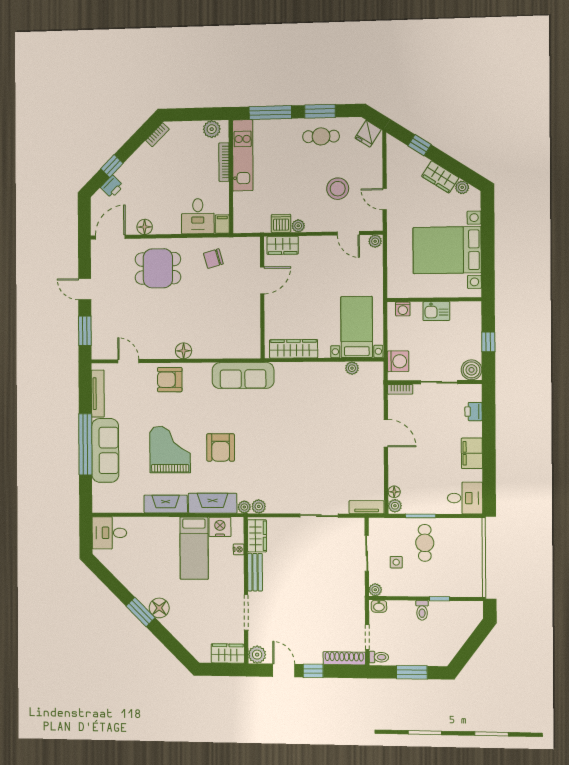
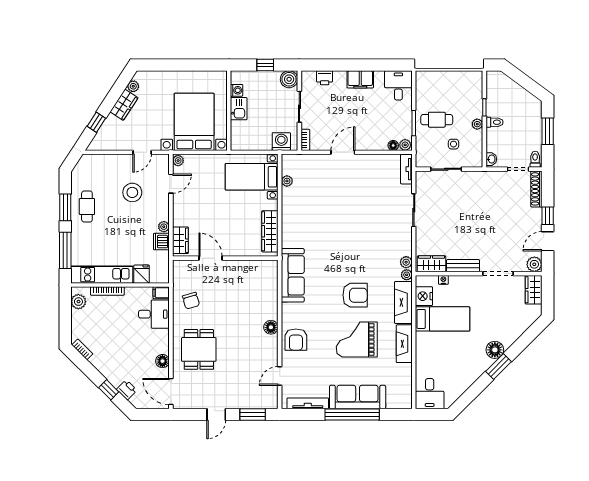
fridge: (368, 134) -> (142, 274), moved, turned -123
bed with nightstands: (447, 250) -> (194, 122), moved, turned 180
washing machine: (403, 309) -> (237, 90), moved
plant: (375, 590) -> (477, 124), moved

